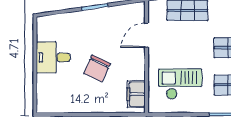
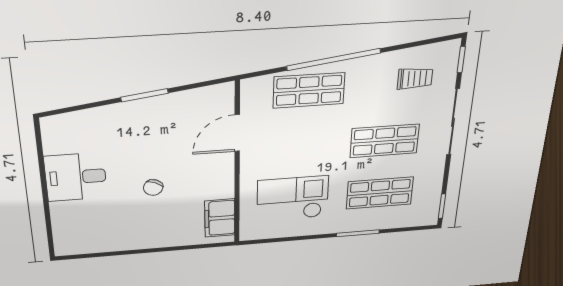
chair: (97, 69) -> (153, 188), width x0.54, depth x0.54

